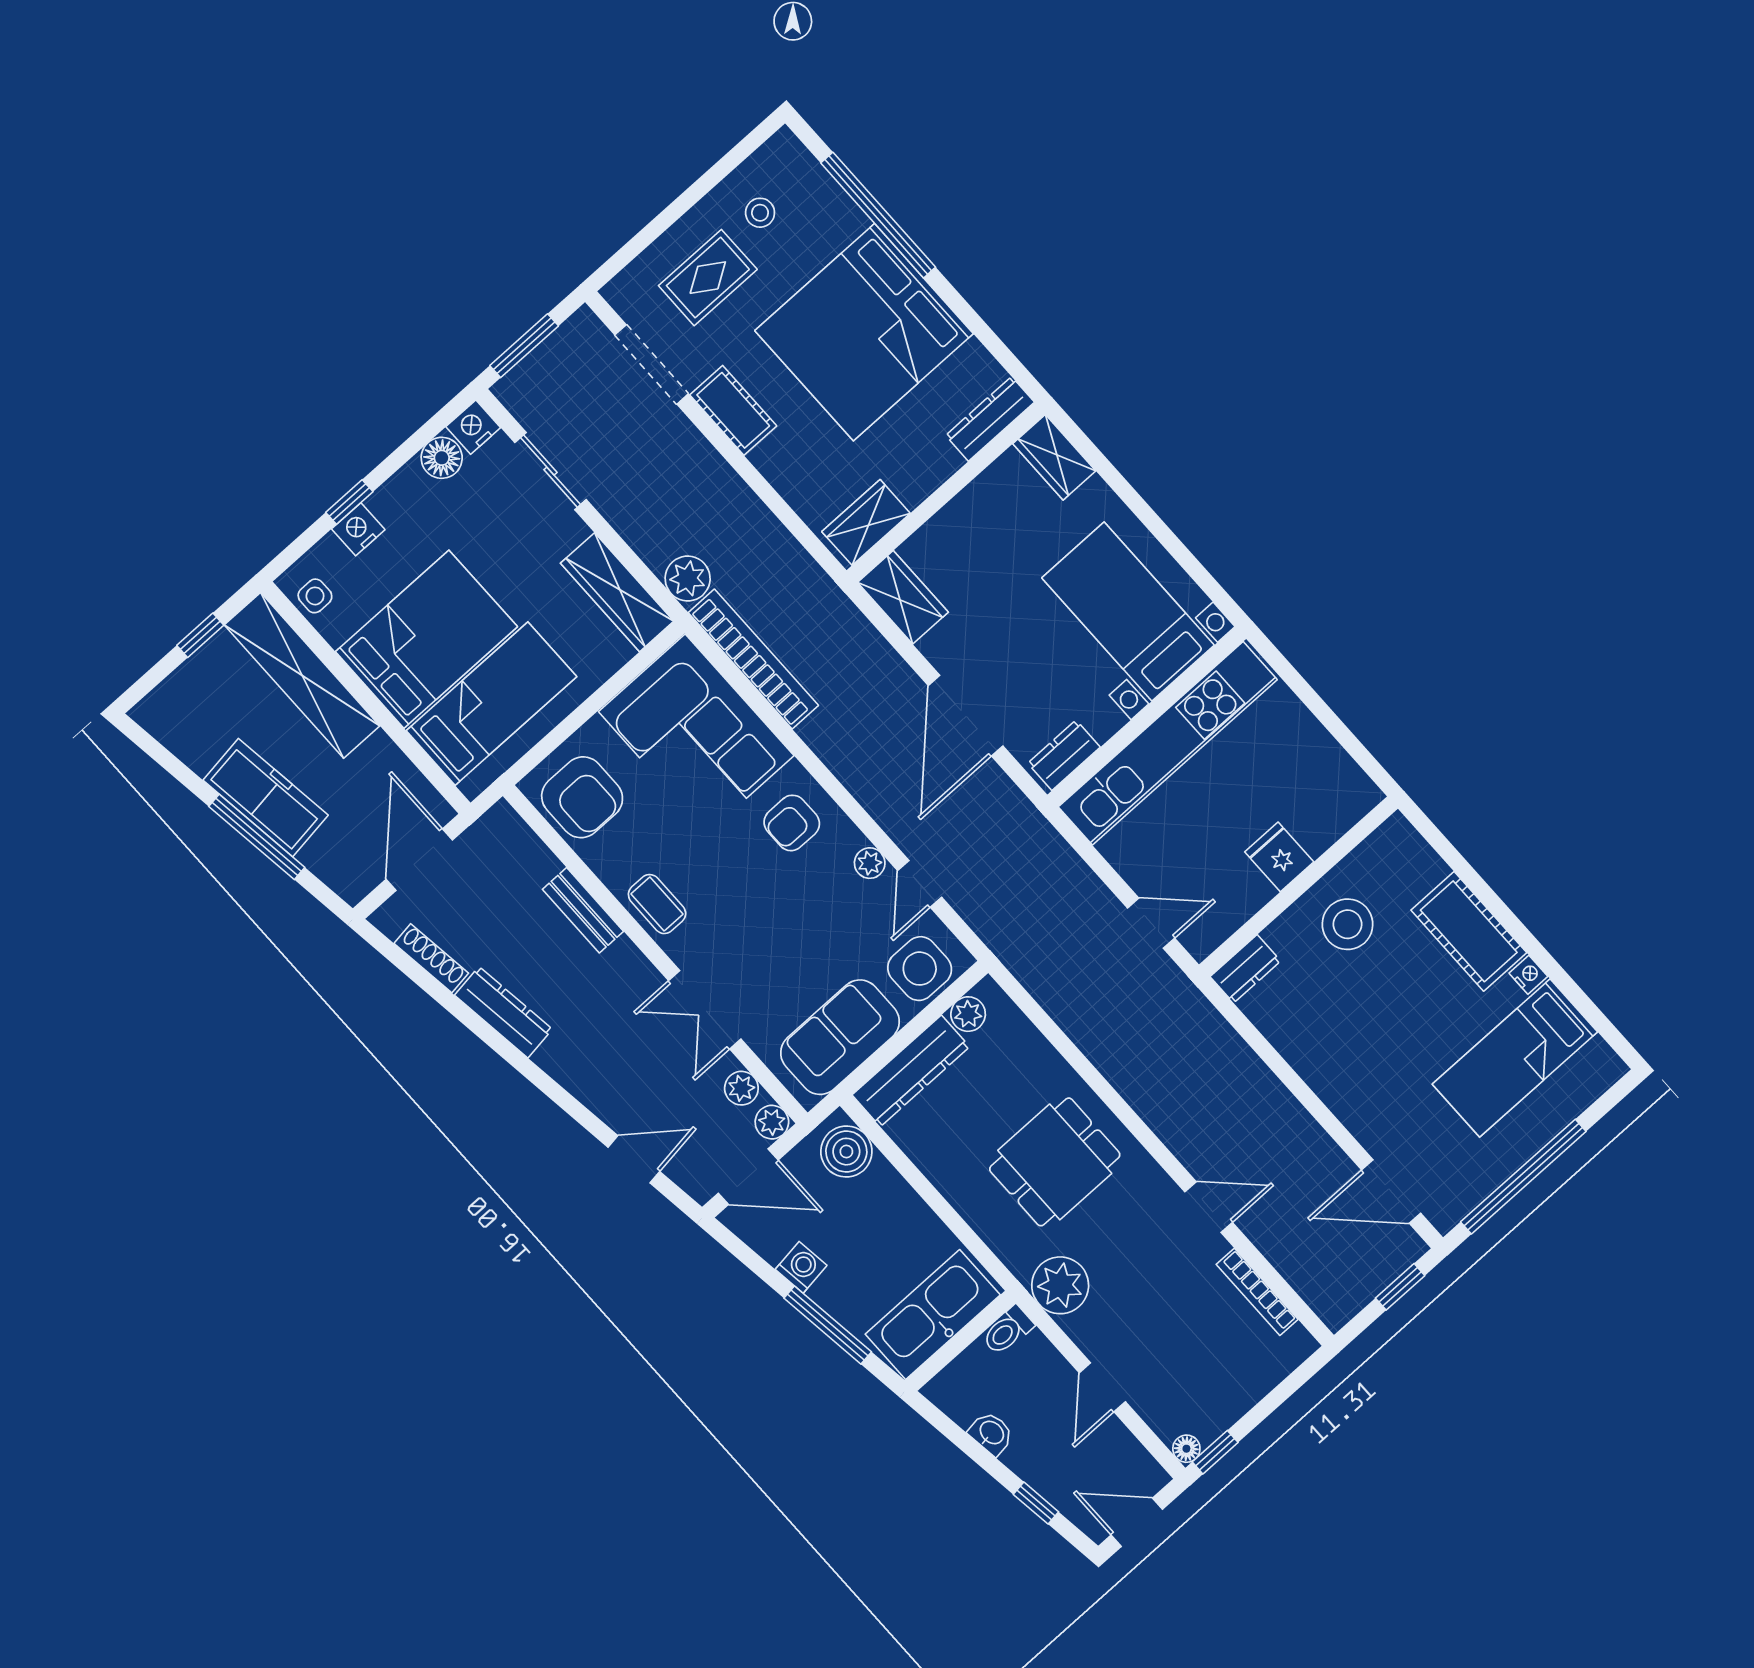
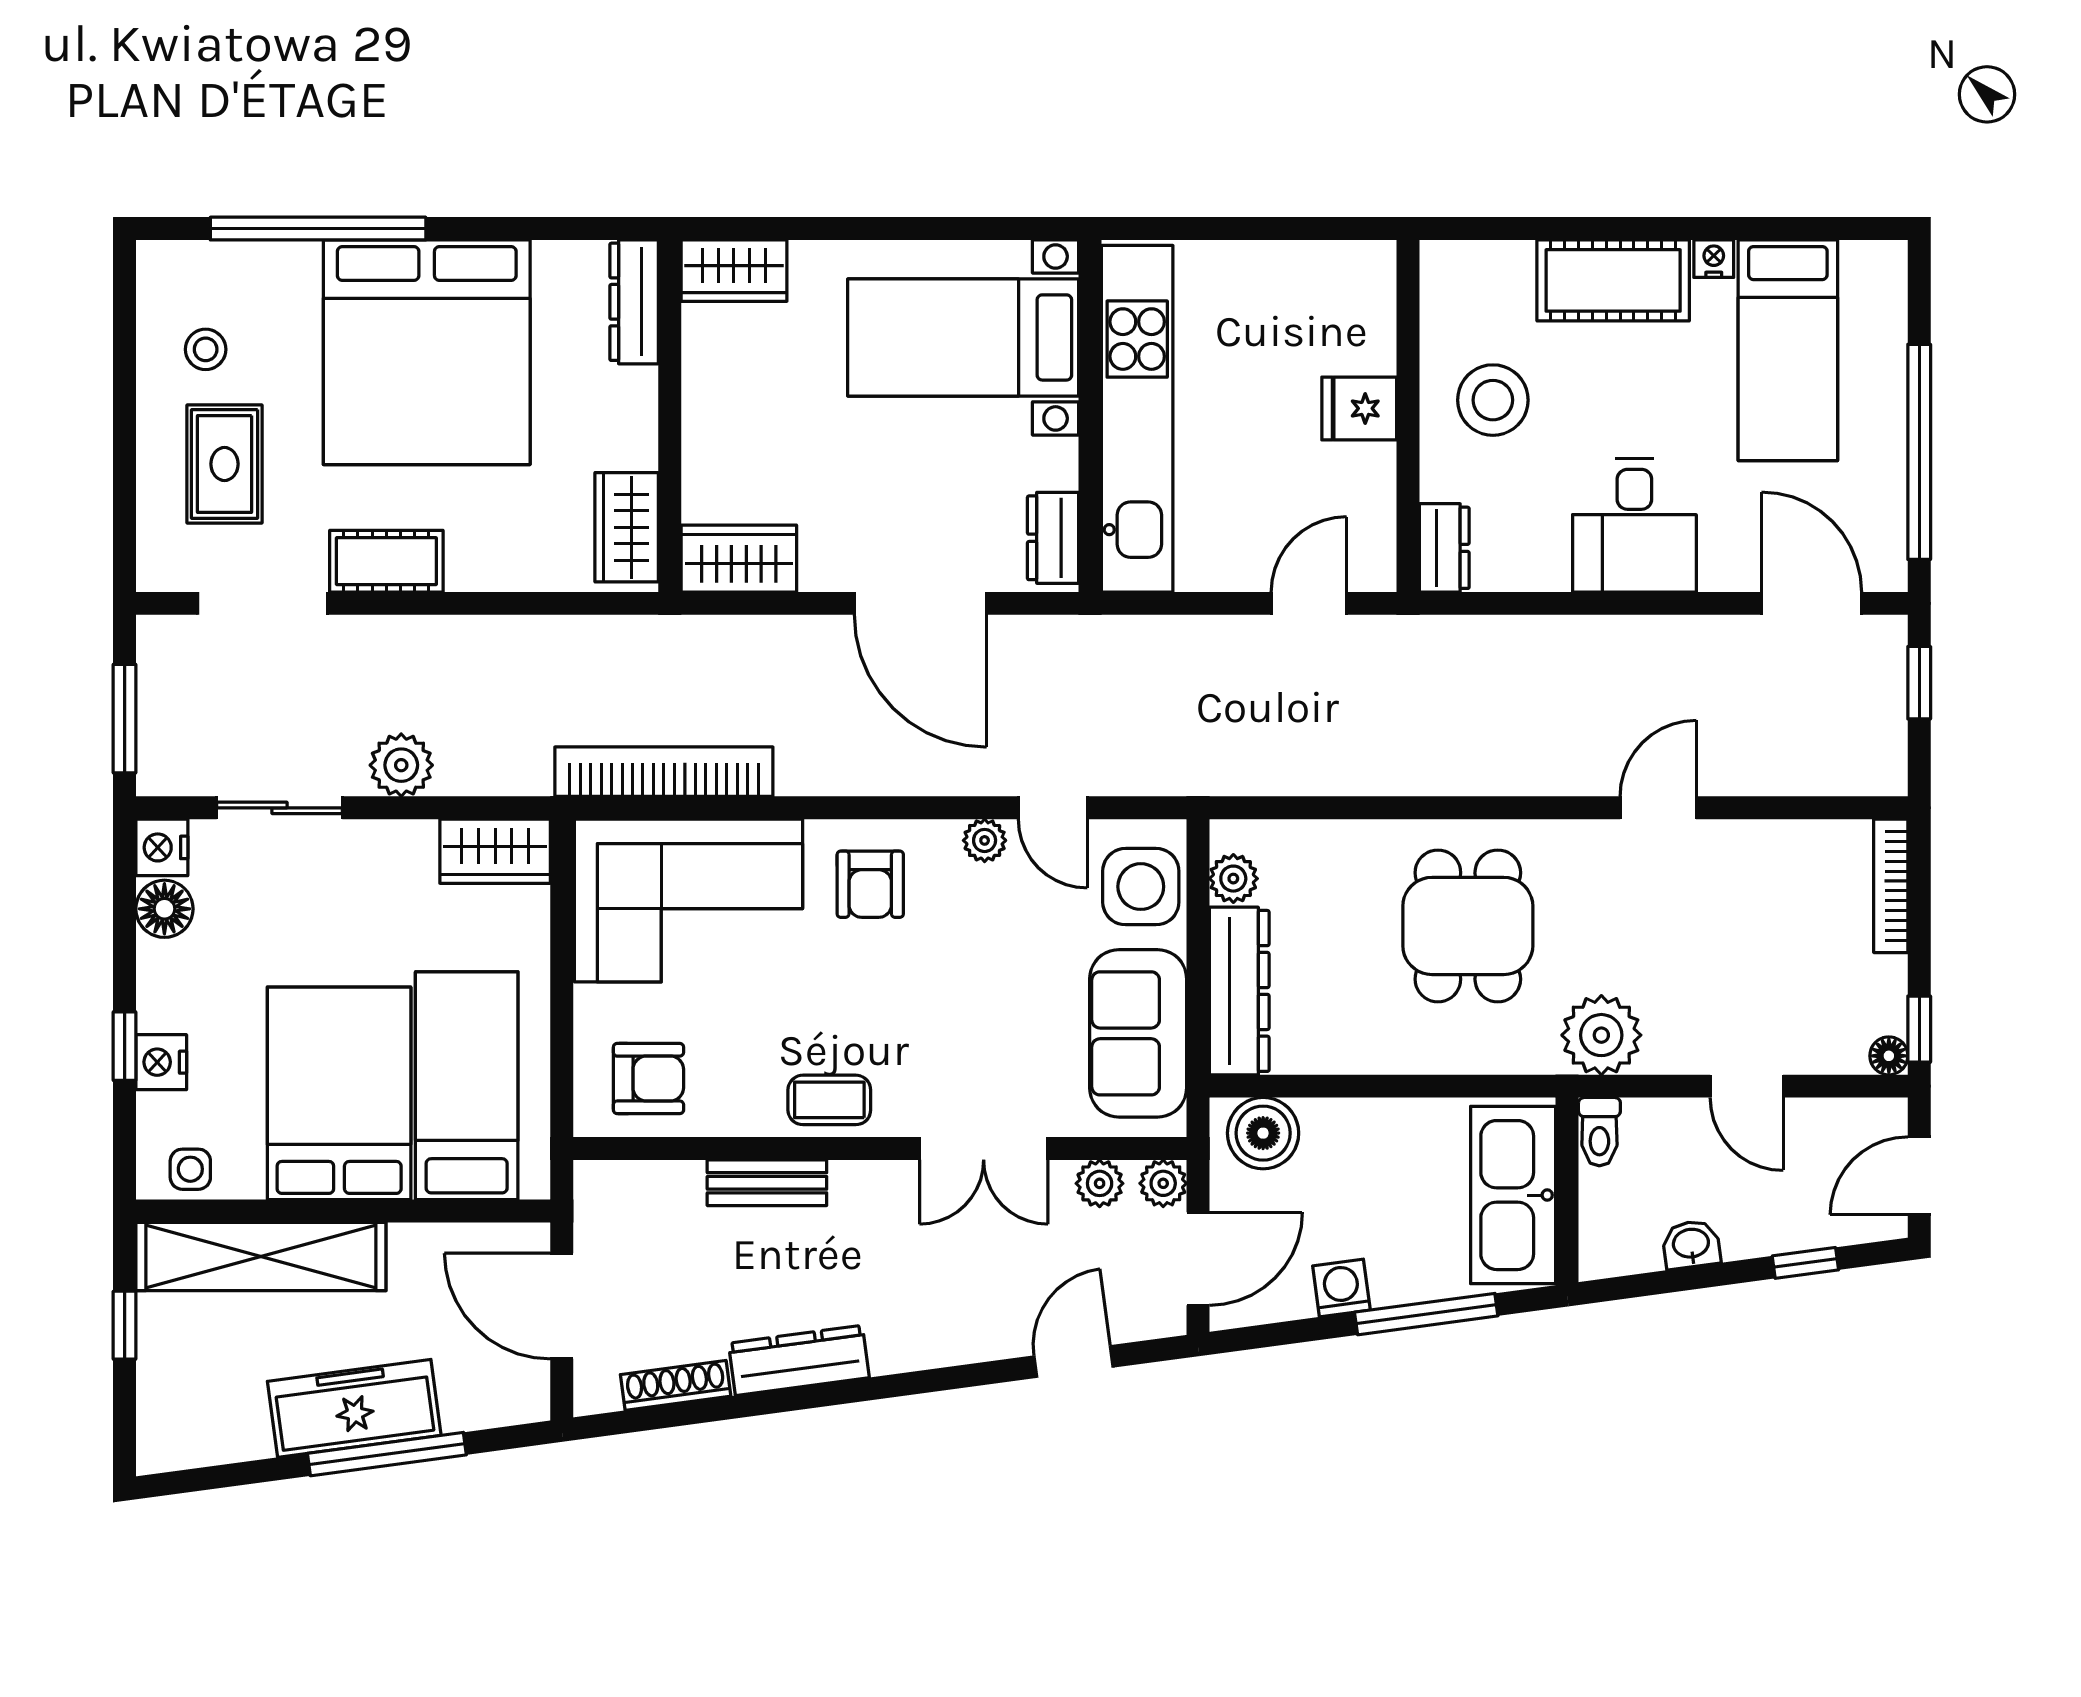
plant: (688, 579) -> (401, 765), moved
wardrobe: (617, 592) -> (495, 851), width x0.67
armchair: (582, 797) -> (648, 1079), width x0.72, depth x0.72
desk: (1348, 1060) -> (1634, 525), added
door: (1391, 1192) -> (1812, 603), swing flipped
bookcase: (1257, 1292) -> (1891, 886), moved, turned 90

